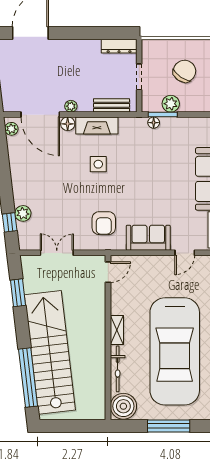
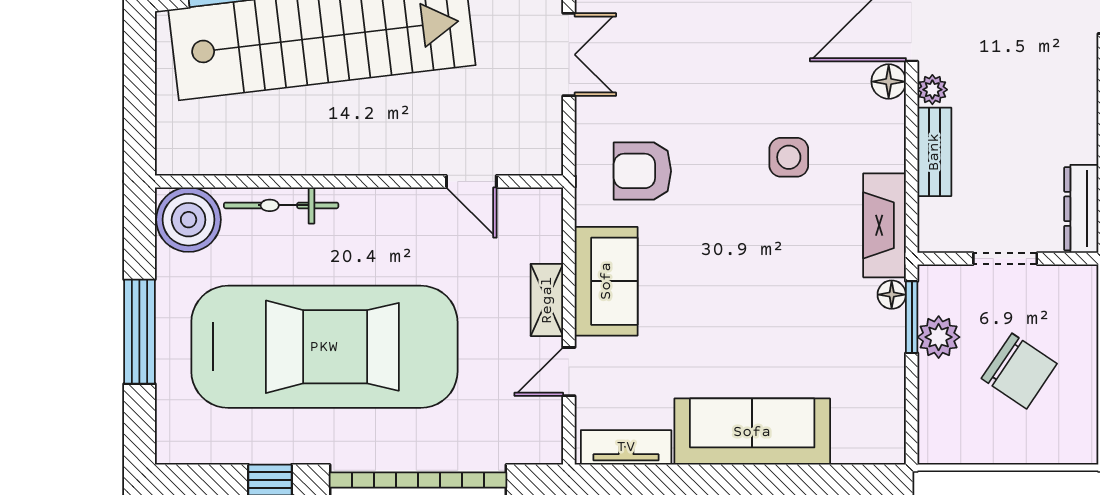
bench: (111, 105) -> (934, 152), moved
fireplace: (97, 126) -> (885, 225), moved
door: (185, 253) -> (569, 372), hinge flipped
door: (108, 272) -> (471, 182), moved
shelving: (117, 330) -> (547, 300), moved, turned 90
car: (175, 351) -> (324, 347), turned 180

